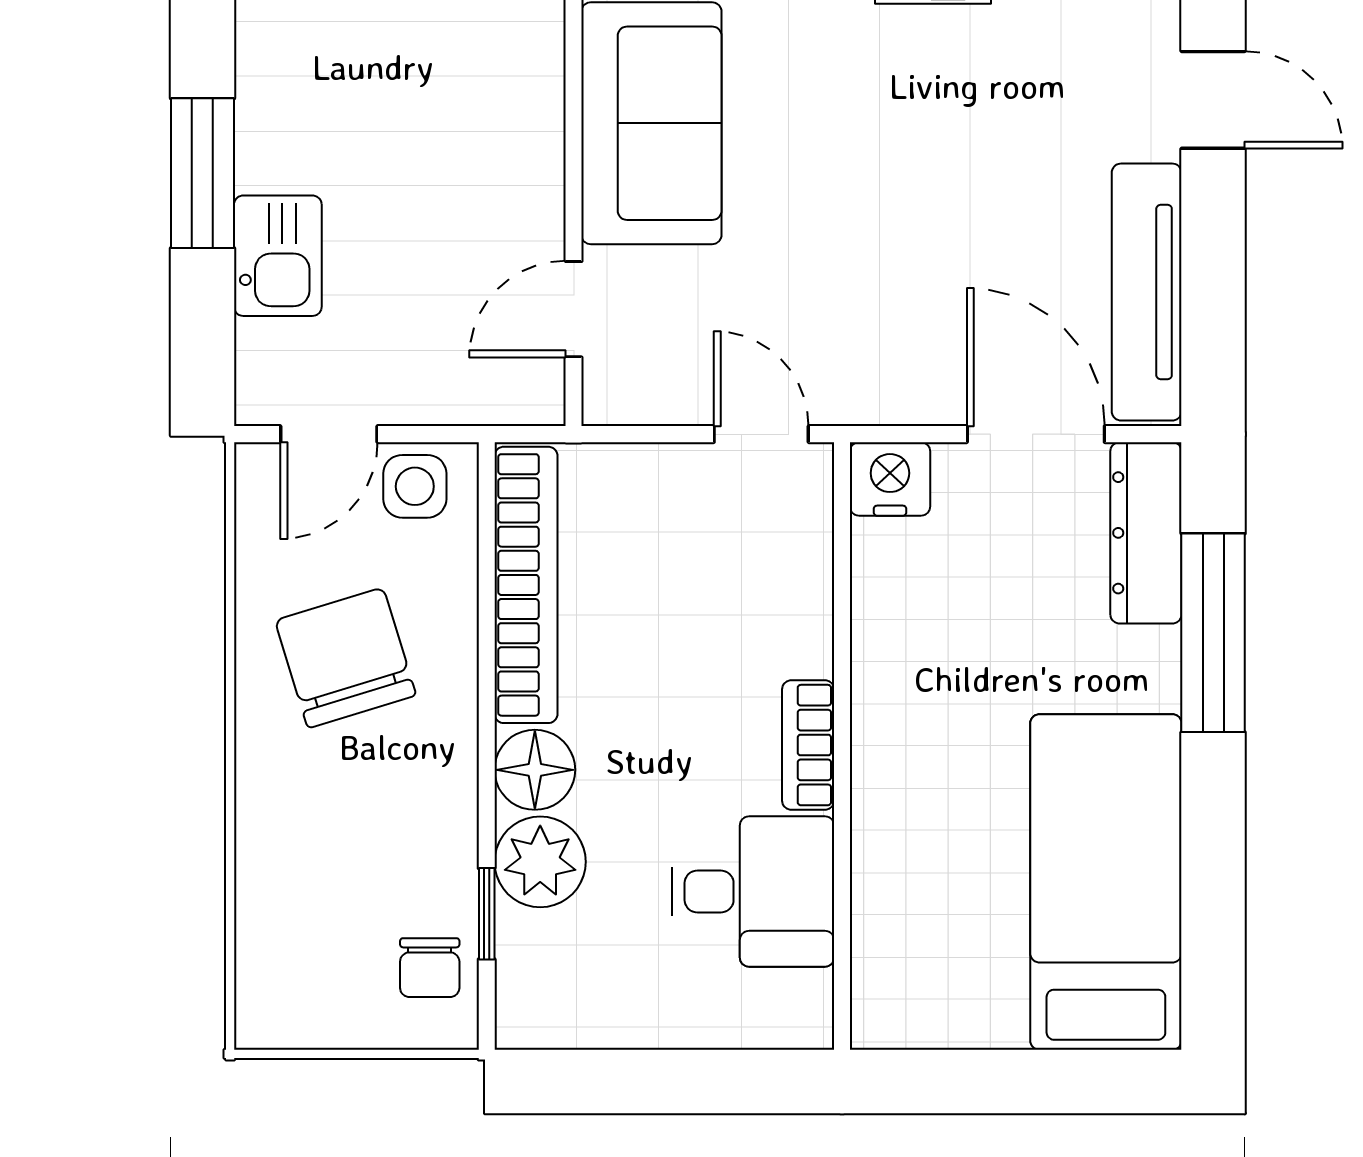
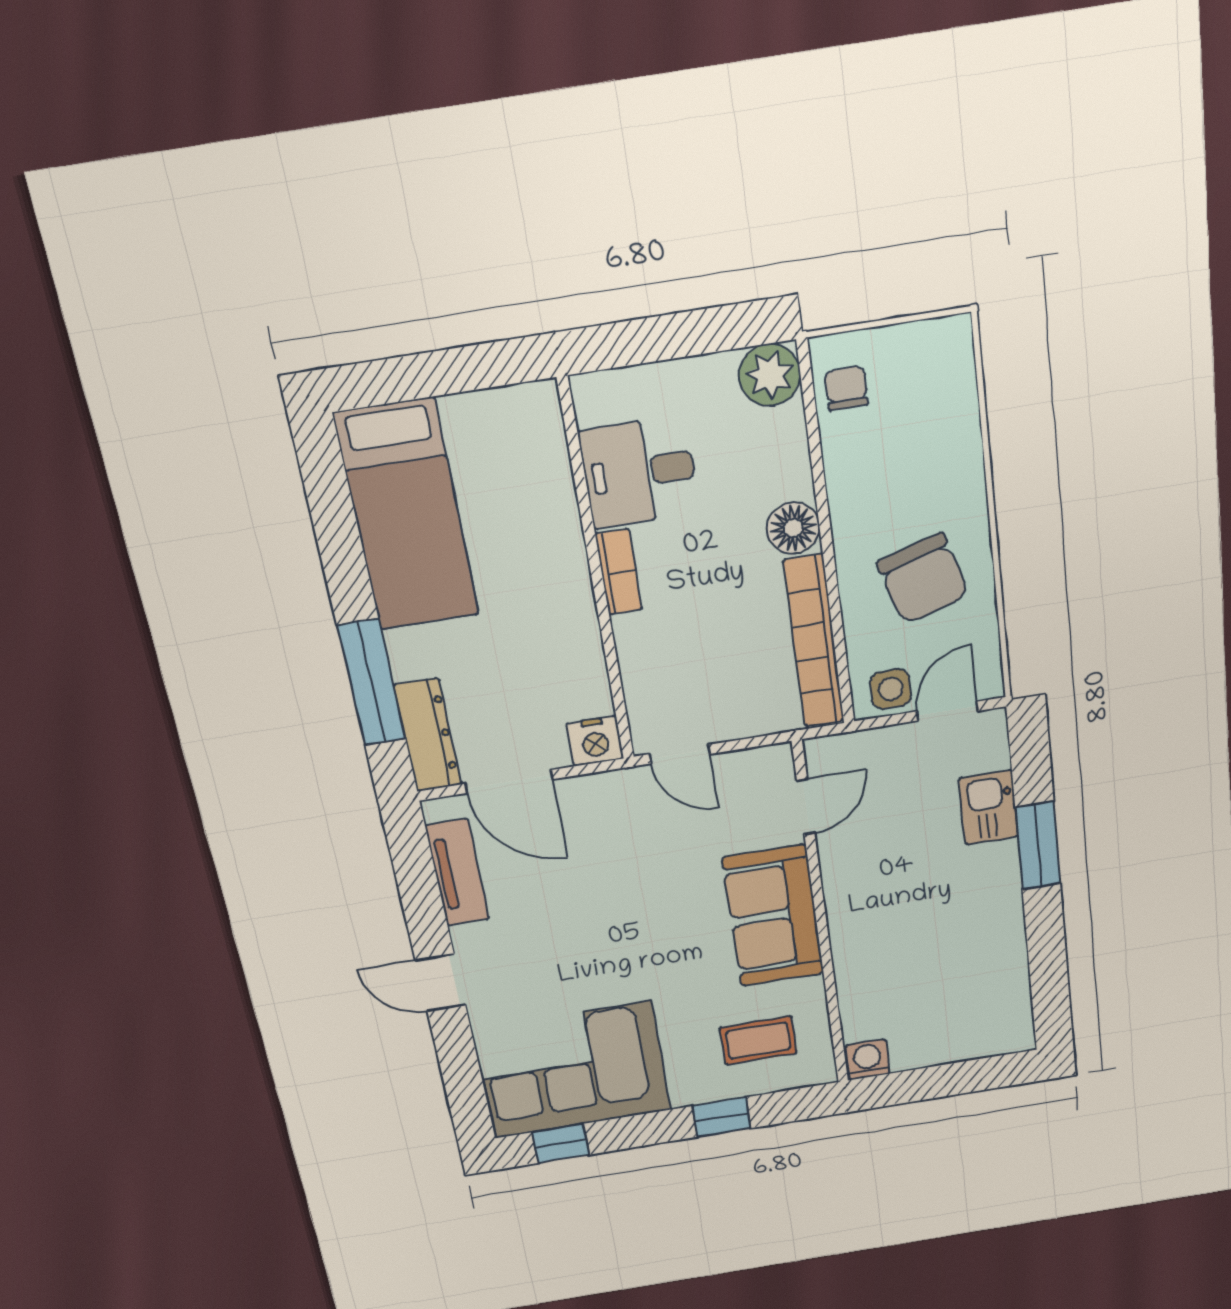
tv unit: (1147, 292) -> (457, 873), width x0.71
plant: (540, 862) -> (770, 375), moved
window: (487, 914) -> (813, 430), removed

